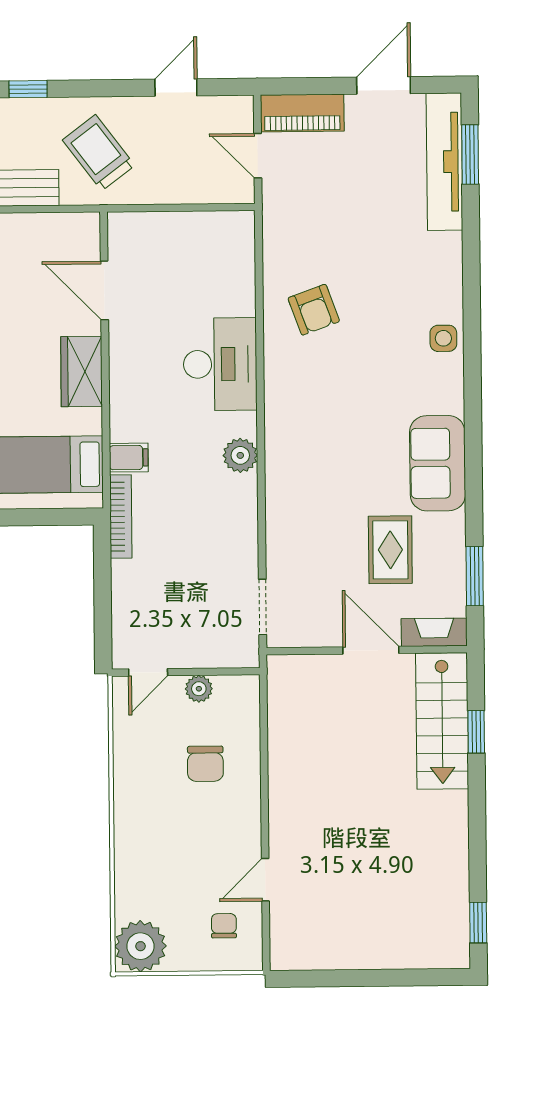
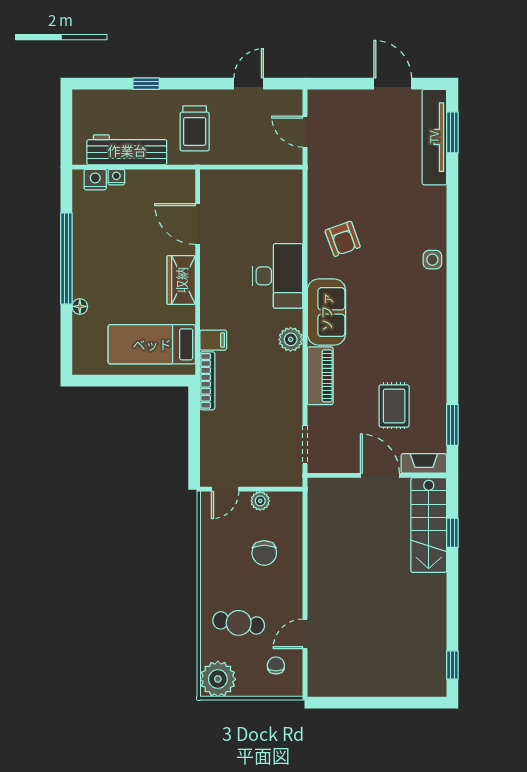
door: (384, 85) -> (393, 84), hinge flipped
piano: (302, 113) -> (320, 376), moved, turned -90
trolley: (99, 153) -> (195, 128), turned -143
sofa: (438, 463) -> (326, 312), moved, turned 180
cafe table: (170, 865) -> (239, 623), added

